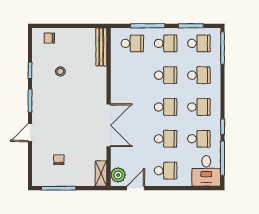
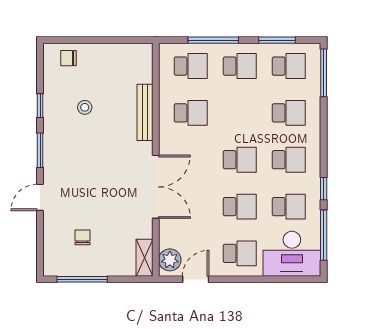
bench: (101, 47) -> (145, 112), moved
school desk: (166, 75) -> (191, 113), moved
desk: (206, 171) -> (292, 254), width x1.37

